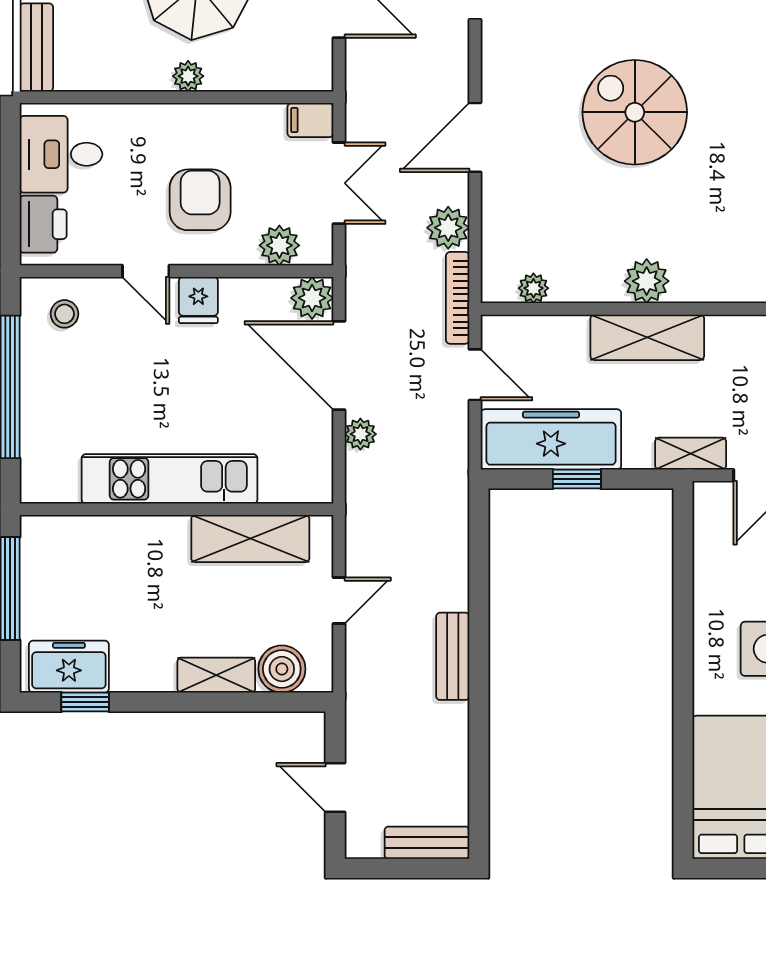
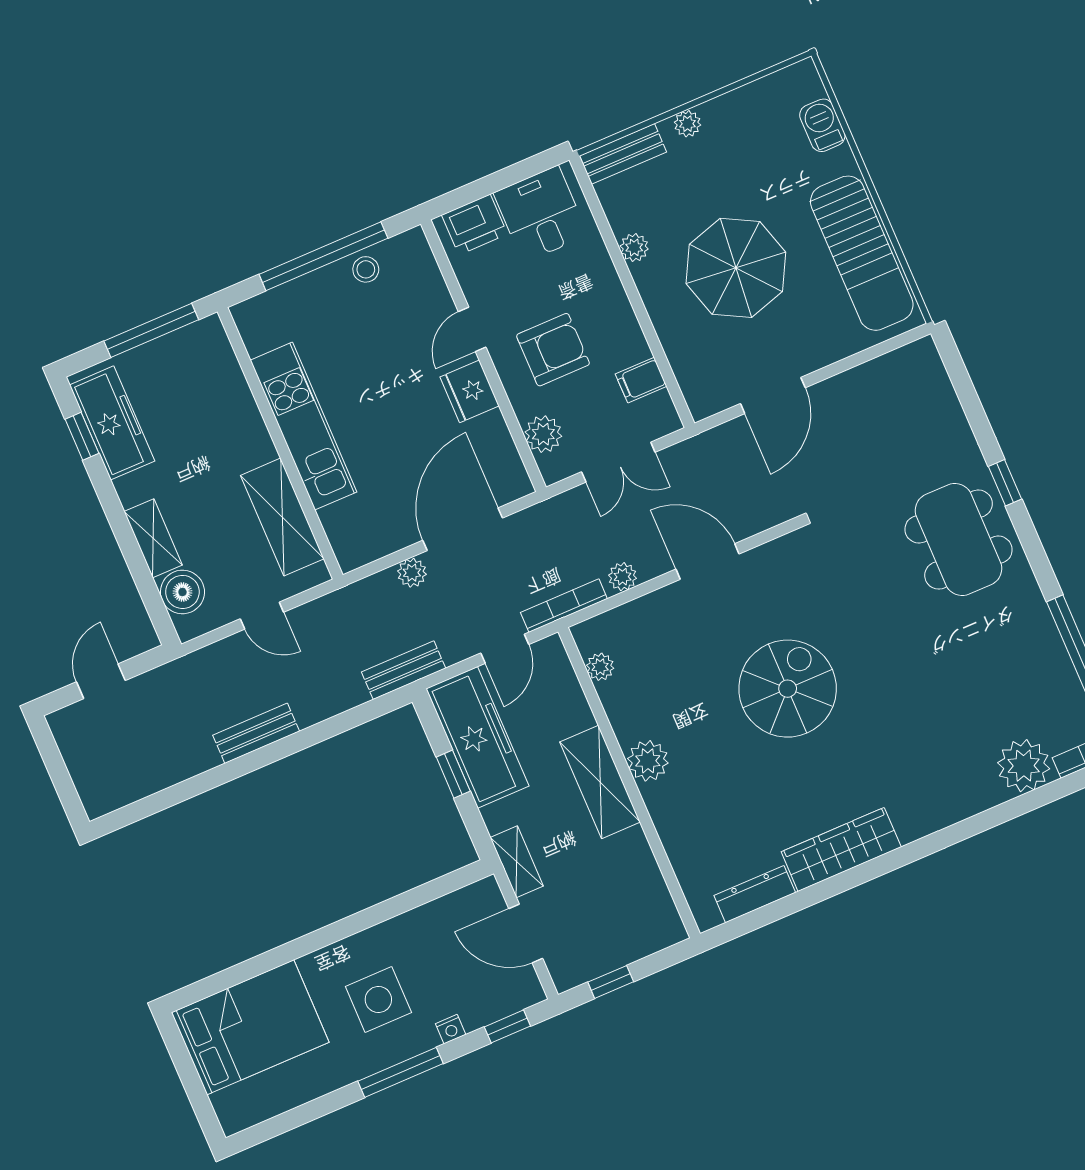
plant: (188, 76) -> (634, 248), moved
filing cabinet: (310, 120) -> (641, 380), moved, turned -90
plant: (448, 228) -> (623, 577), width x0.73, depth x0.73
plant: (312, 298) -> (510, 481), removed
fridge: (198, 300) -> (470, 391), width x1.38
stool: (64, 314) -> (366, 269), moved
freezer: (69, 667) -> (112, 423), width x1.40
bench: (427, 843) -> (404, 670), moved, turned 90

